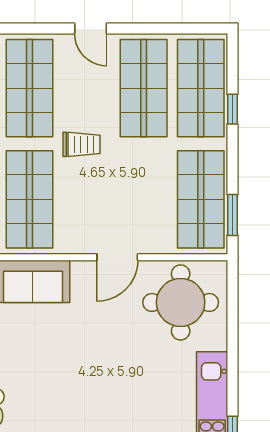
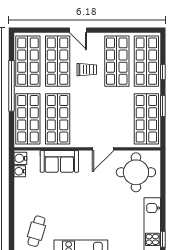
door: (91, 28) -> (78, 30), moved
trolley: (81, 144) -> (87, 70), moved
window: (232, 215) -> (163, 106), moved

